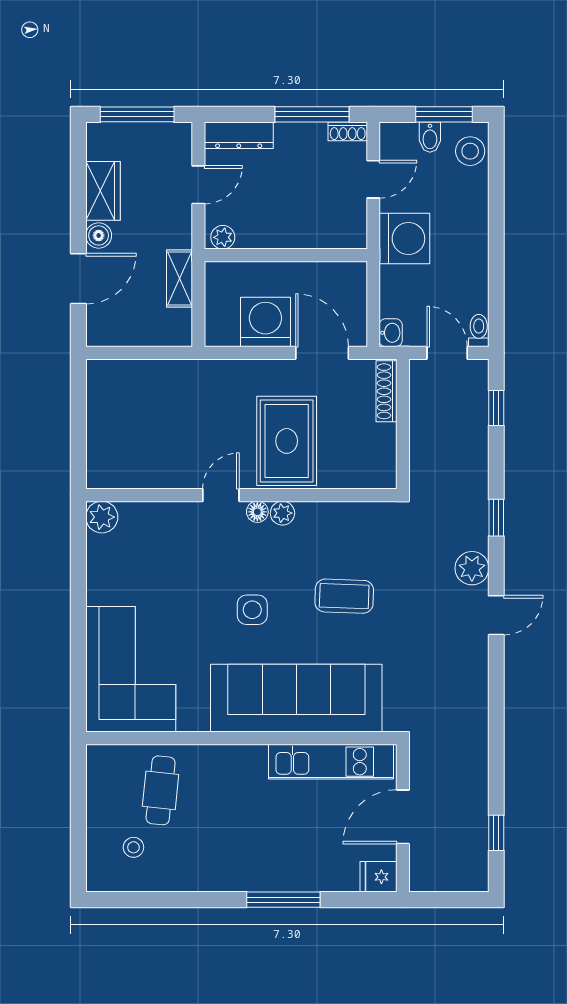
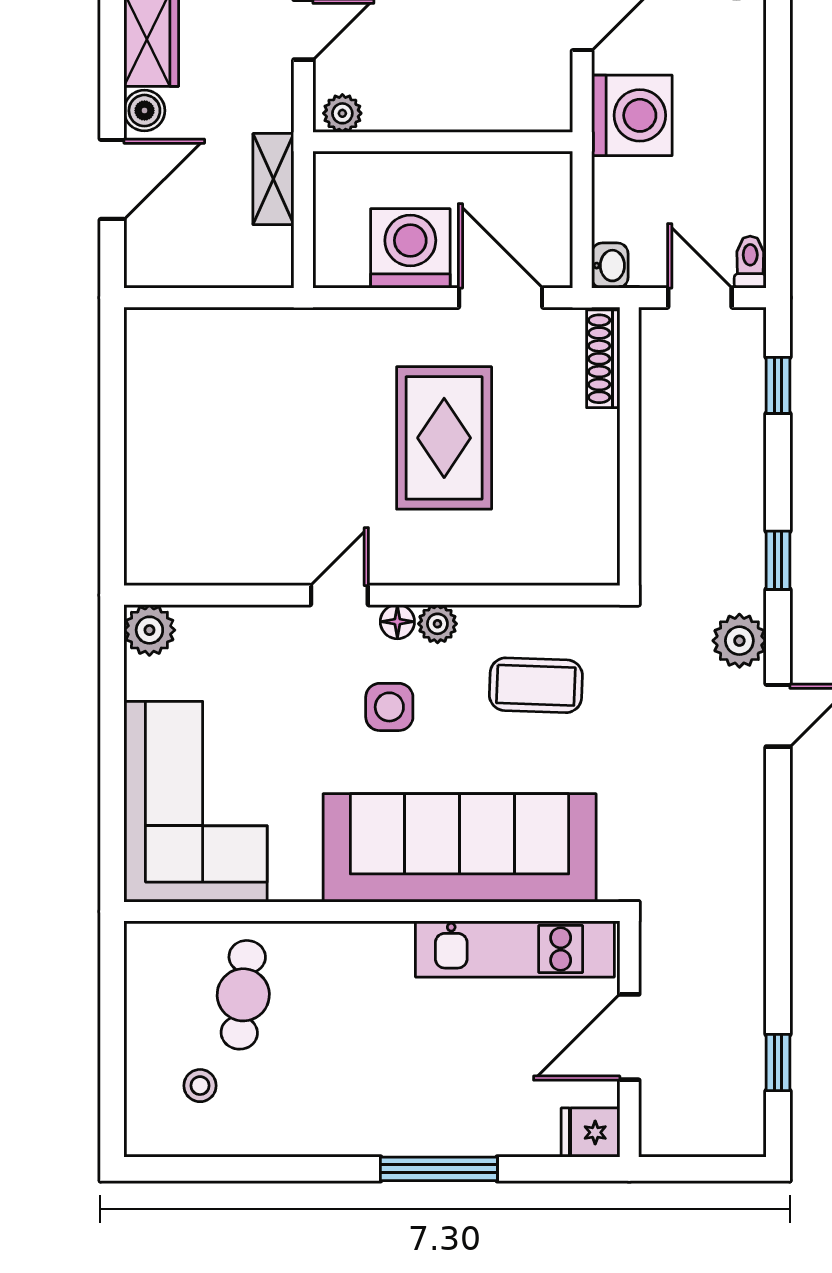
door: (221, 495) -> (339, 595), moved
wall: (241, 495) -> (372, 595), moved
floor lamp: (257, 512) -> (397, 622), moved
plant: (282, 513) -> (437, 624), moved
plant: (102, 517) -> (149, 630), moved

